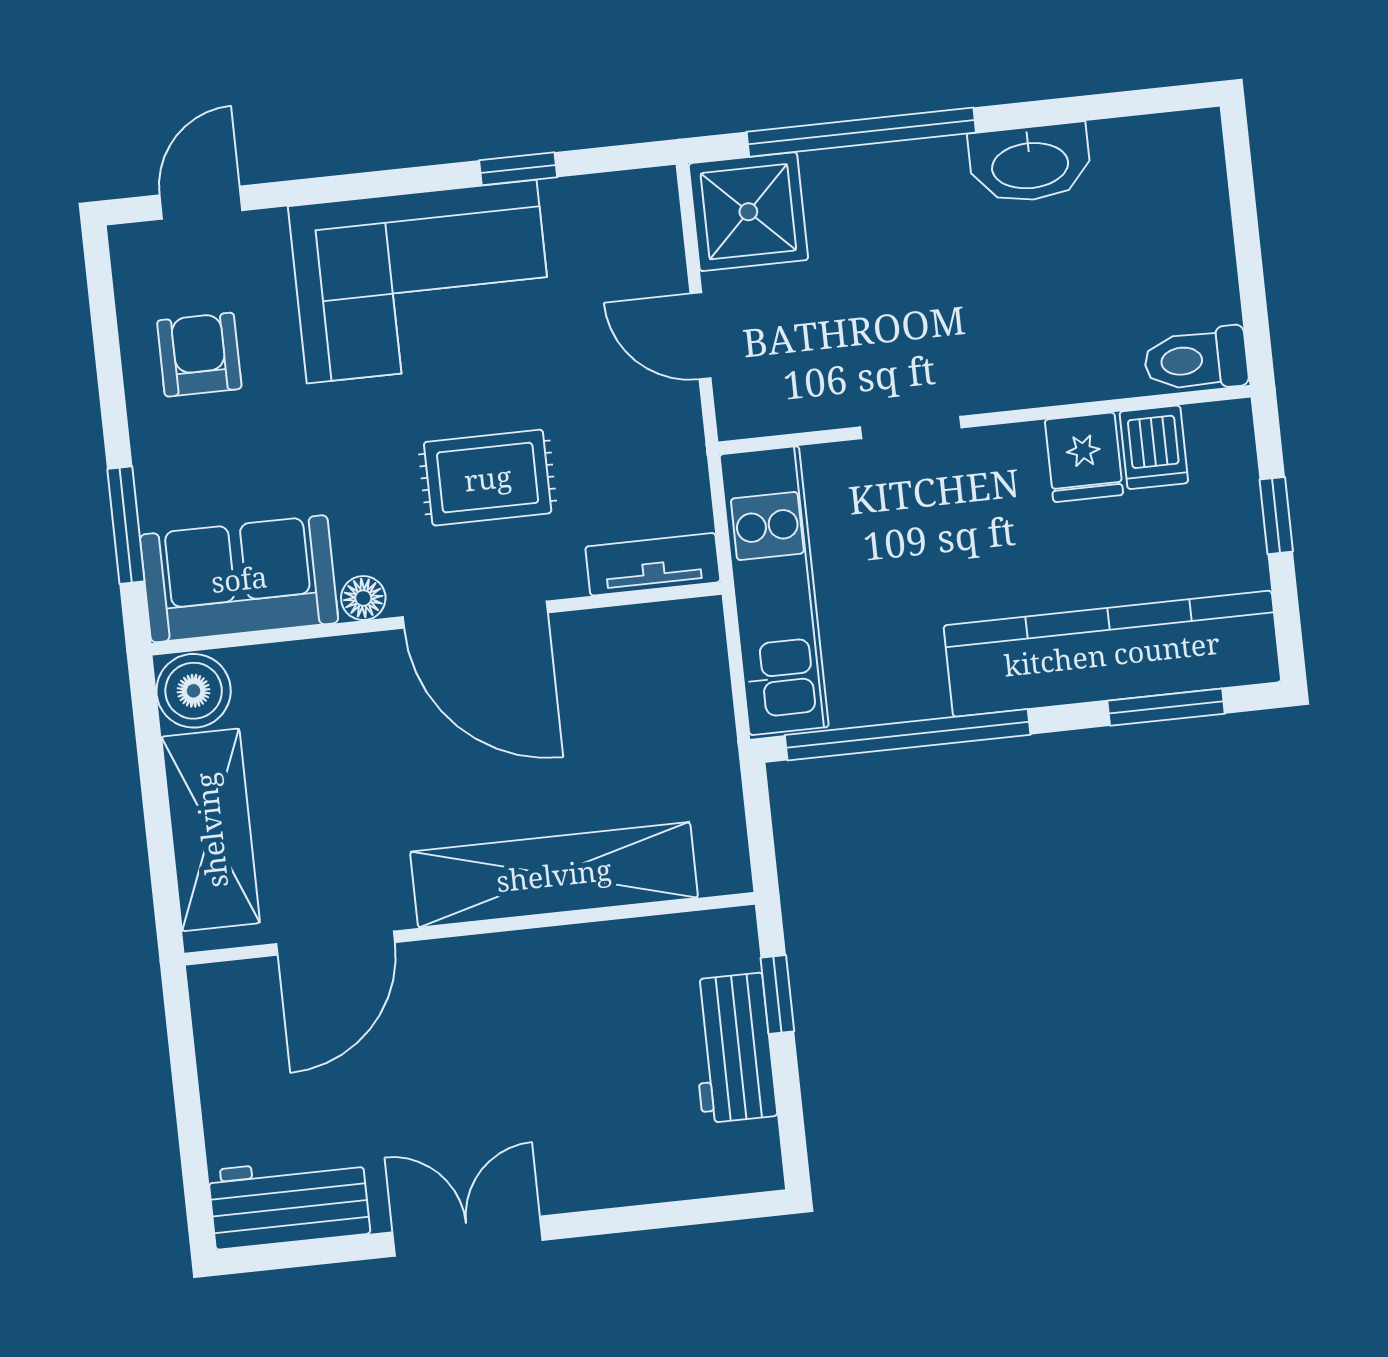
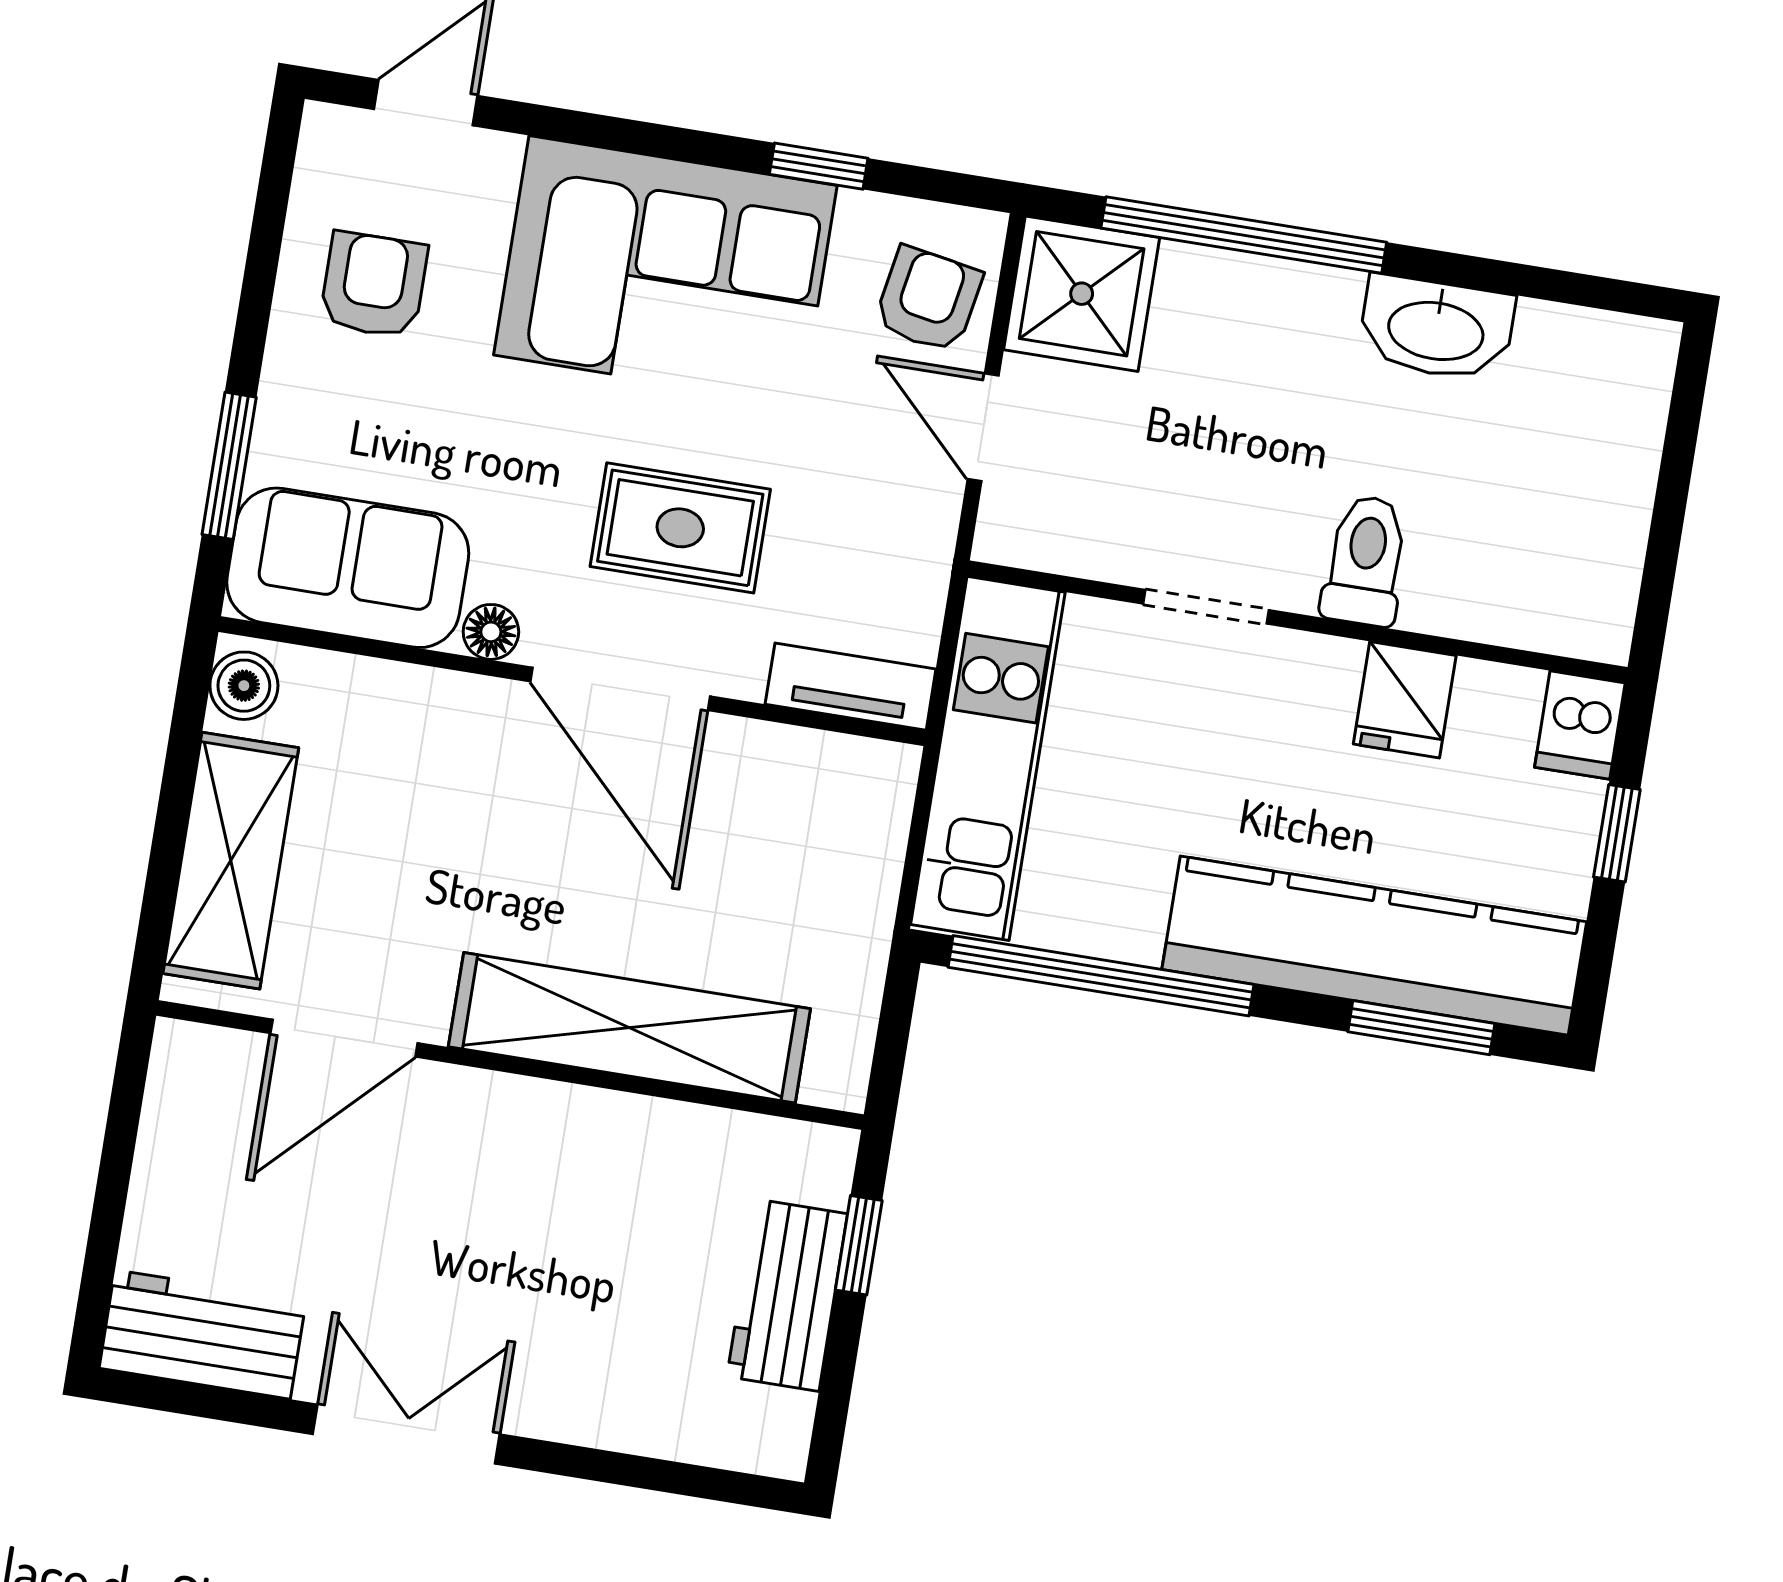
armchair: (631, 249) -> (928, 299), added
toilet: (1196, 360) -> (1365, 561), moved, turned 90
dishwasher: (1154, 447) -> (1580, 725), moved
boiler: (194, 691) -> (244, 686), width x0.73, depth x0.73

